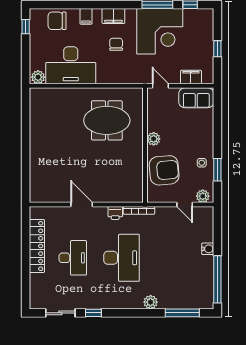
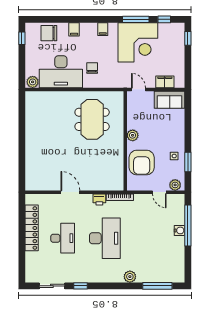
filing cabinet: (113, 16) -> (103, 29), width x0.50
chair: (116, 44) -> (92, 68), moved
window: (217, 49) -> (188, 38), moved
meeting table: (107, 120) -> (92, 119), turned 90
armchair: (164, 170) -> (142, 163), turned 95
window: (217, 279) -> (188, 225), moved

